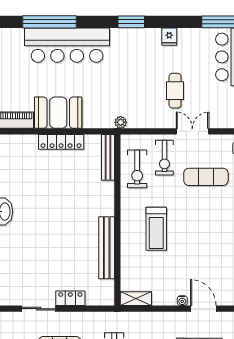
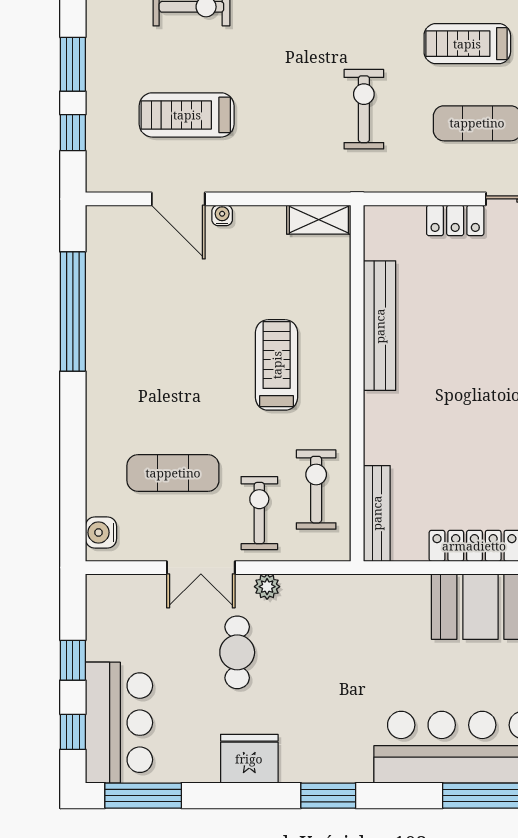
fridge: (169, 37) -> (249, 759), width x1.88, depth x1.34
plant: (121, 122) -> (267, 587), moved

